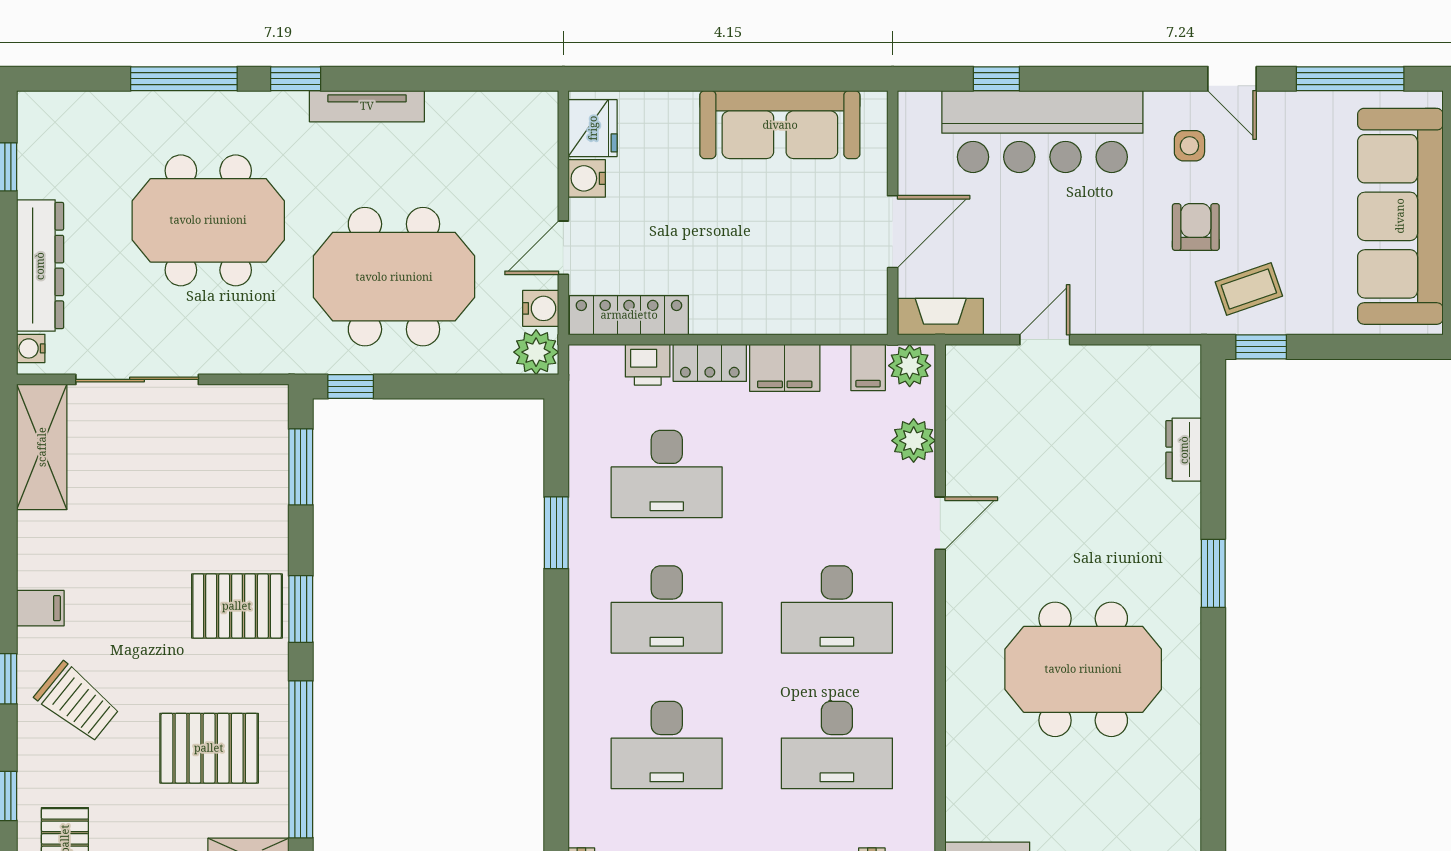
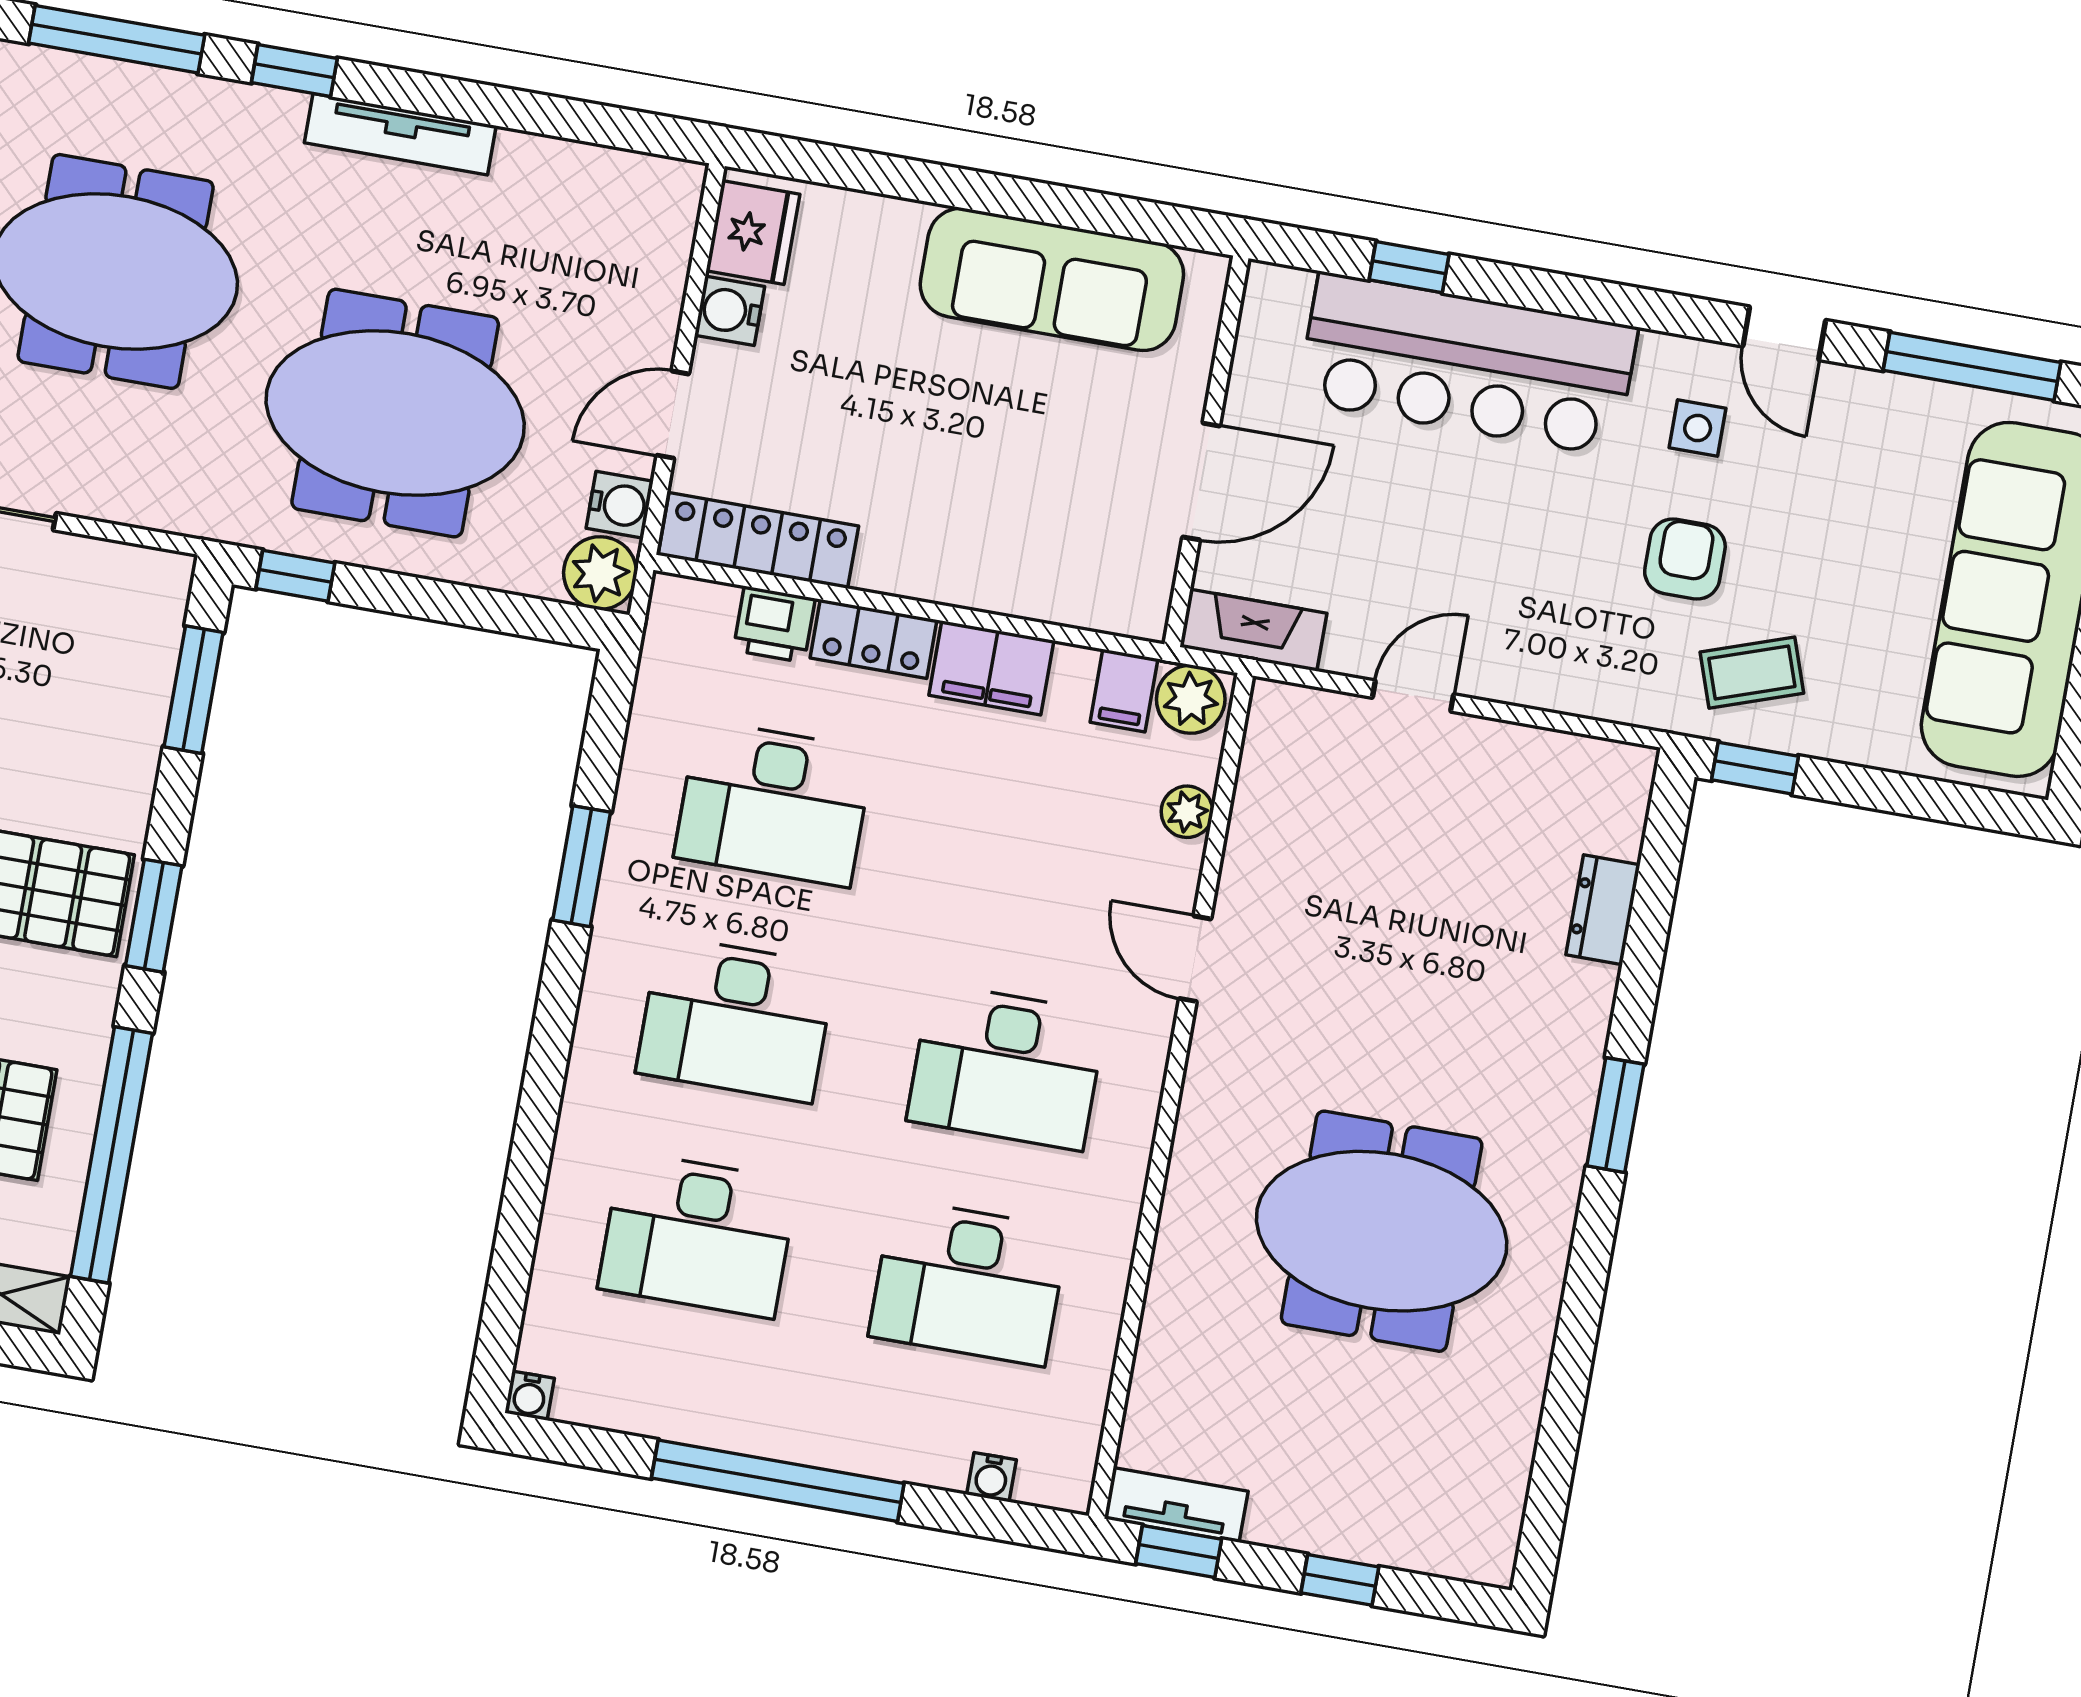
plant: (914, 441) -> (1187, 812), width x0.73, depth x0.73
door: (940, 523) -> (1195, 959), swing flipped

